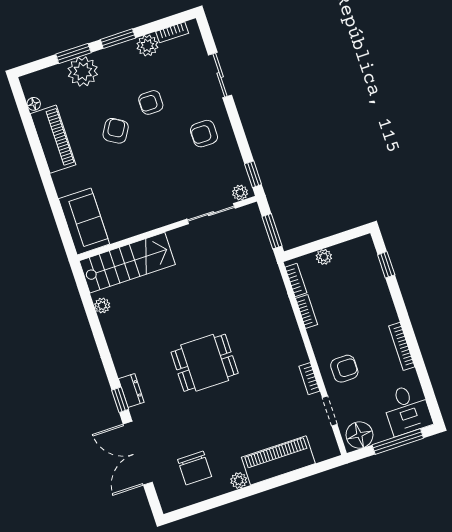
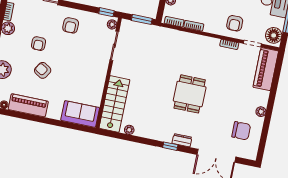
armchair: (344, 369) -> (235, 23), turned 180
window: (120, 400) -> (170, 146), moved
piano: (278, 460) -> (266, 69), moved

